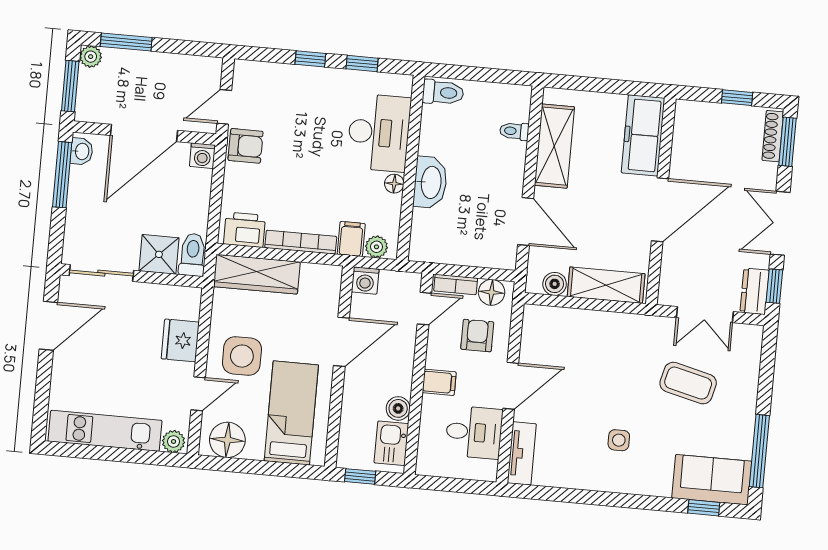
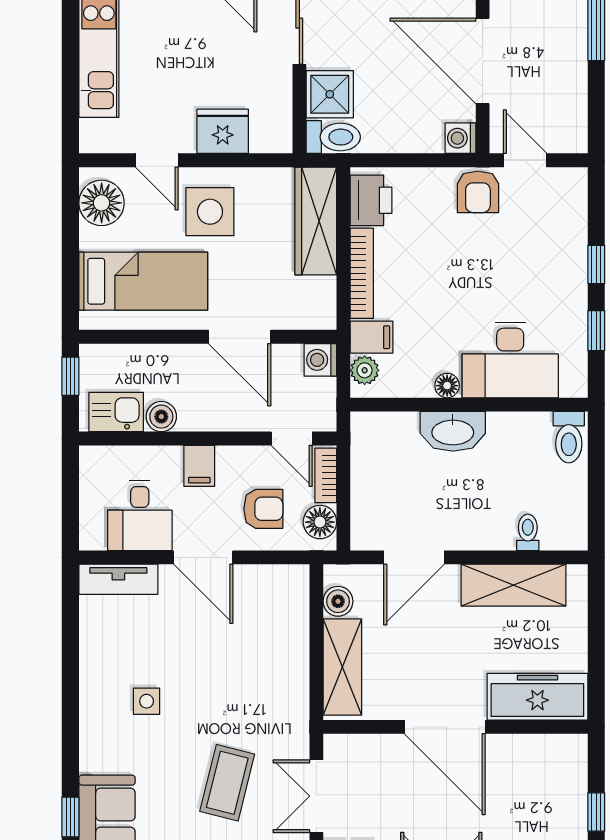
plant: (174, 441) -> (93, 134), removed

